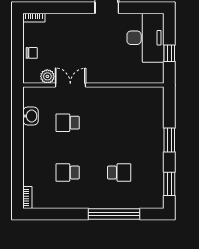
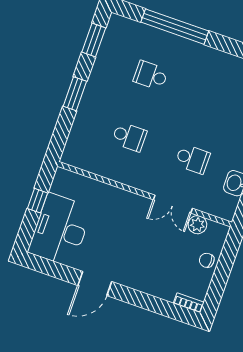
school desk: (68, 173) -> (129, 137), moved

